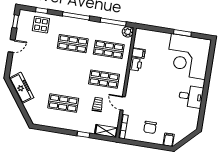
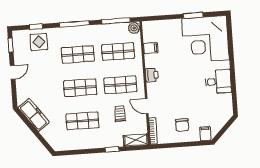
printer: (136, 64) -> (152, 75), moved
shop shelf: (68, 73) -> (80, 88), added

